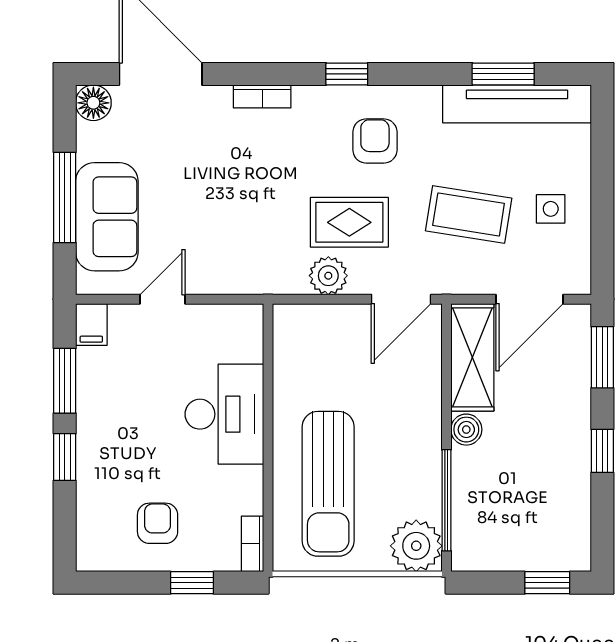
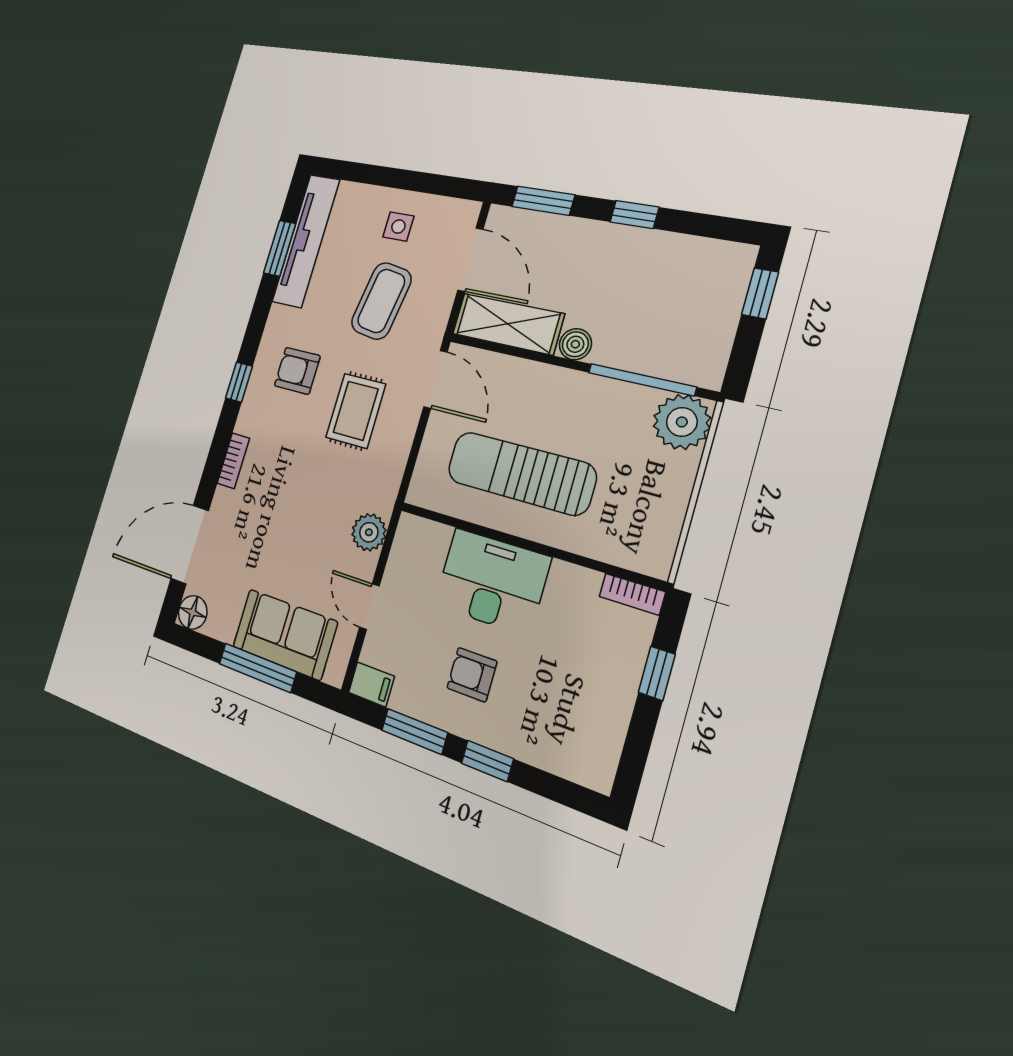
plant: (328, 276) -> (369, 532), moved
sun lounger: (328, 484) -> (521, 473), moved, turned 180
armchair: (158, 523) -> (472, 675), moved

